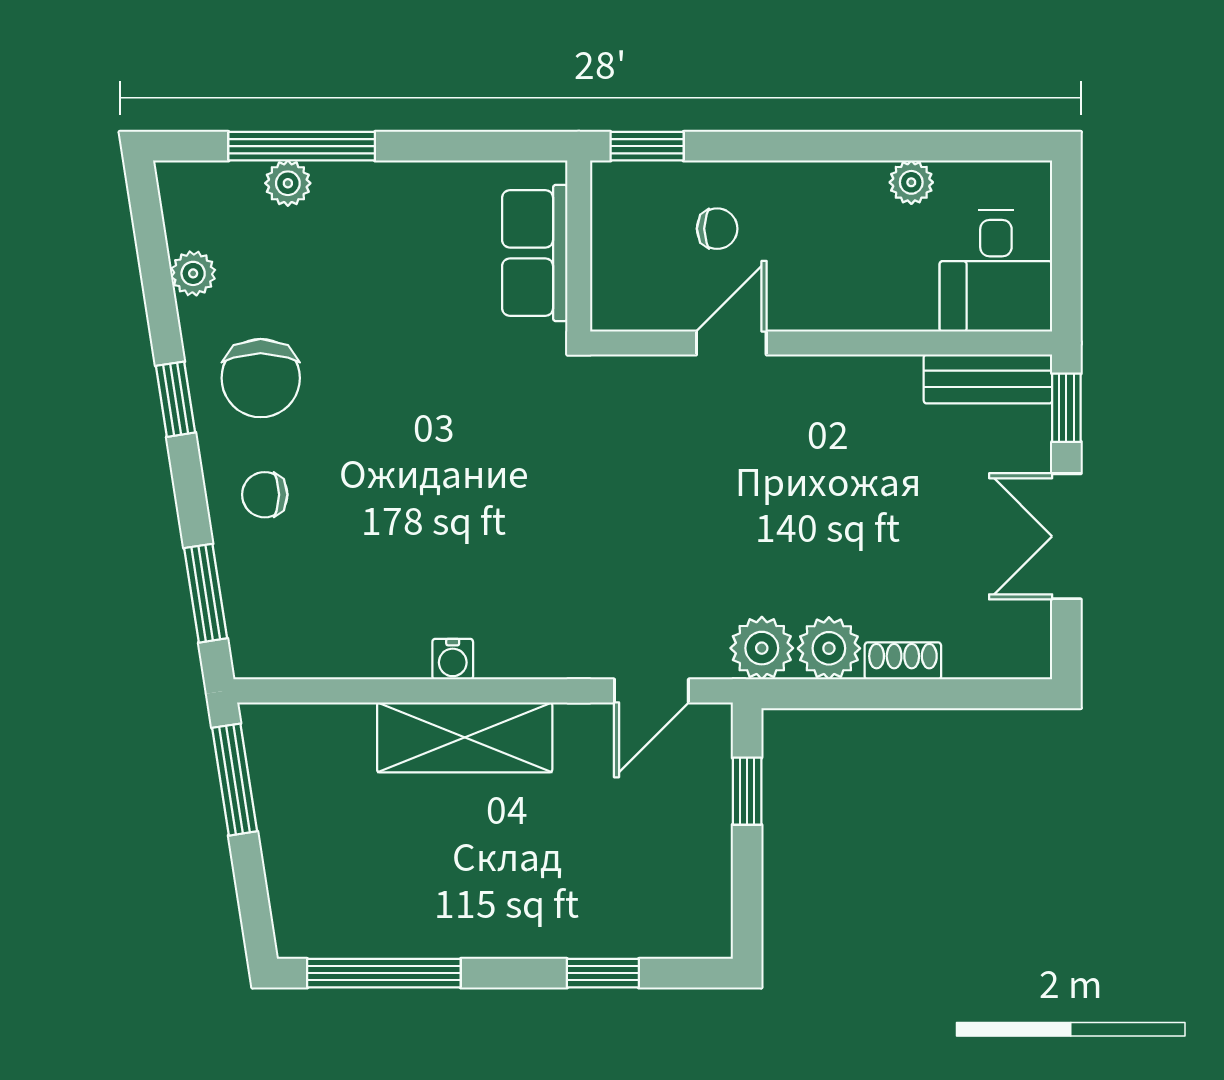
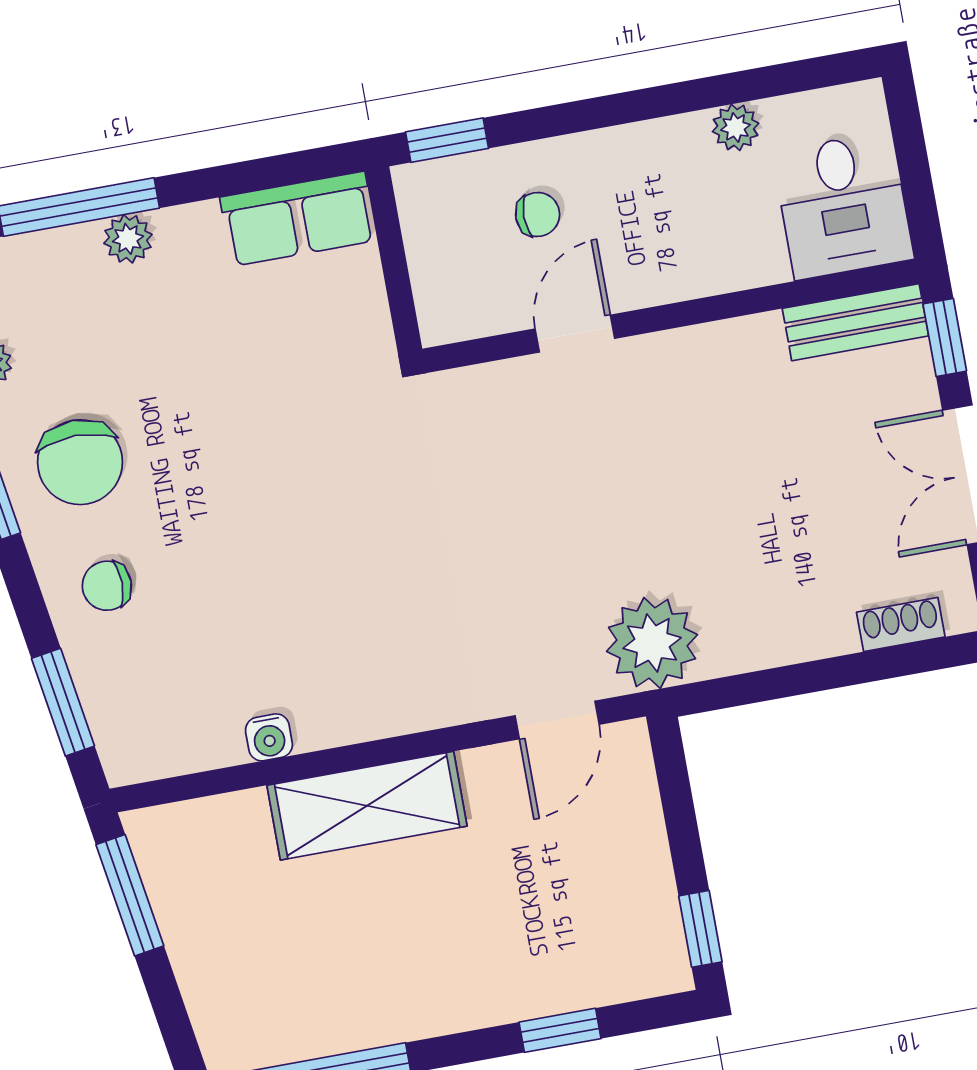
plant: (288, 183) -> (128, 239), moved
row of seats: (535, 253) -> (298, 219), moved, turned -90
plant: (762, 648) -> (652, 643), width x1.36, depth x1.36
plant: (829, 648) -> (738, 640), removed
water cooler: (453, 659) -> (269, 737), moved
shoe rack: (903, 661) -> (901, 625), moved
window: (747, 791) -> (700, 929), moved

